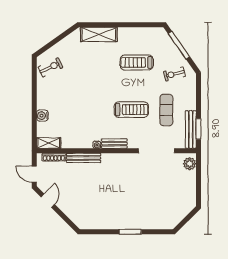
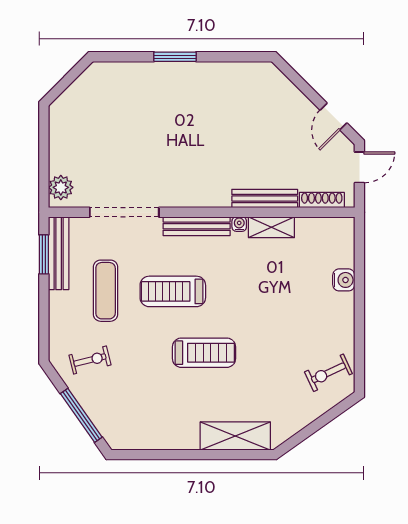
treadmill: (137, 62) -> (204, 353), moved
shelving: (49, 143) -> (271, 227), moved
bench: (114, 144) -> (197, 226), width x1.36
door: (34, 174) -> (359, 167), hinge flipped

